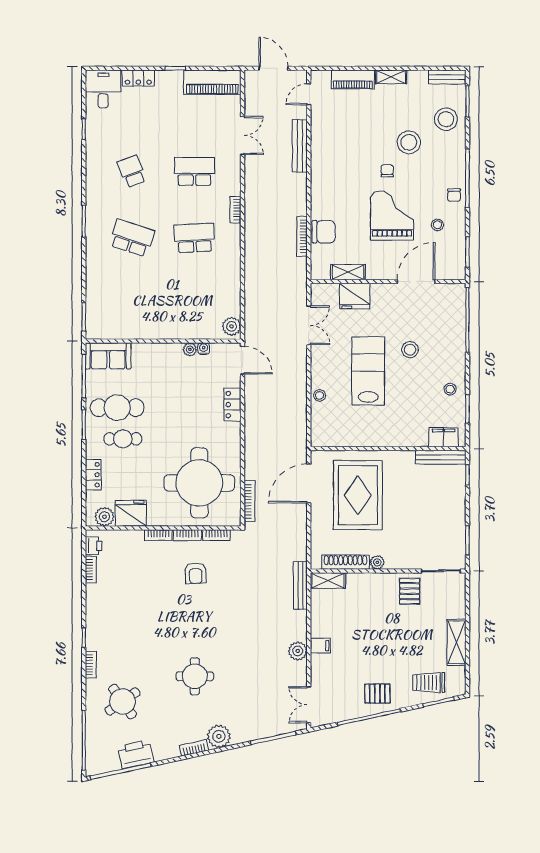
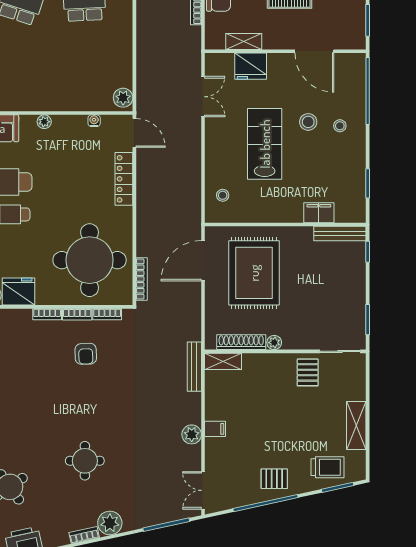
door: (416, 282) -> (314, 51), swing flipped
plant: (190, 349) -> (44, 122), moved
stool: (450, 389) -> (340, 126), moved
stool: (320, 395) -> (223, 195), moved
locker: (232, 405) -> (124, 179), width x1.53
filing cabinet: (444, 437) -> (319, 213), moved
trolley: (429, 683) -> (328, 467), turned 180

